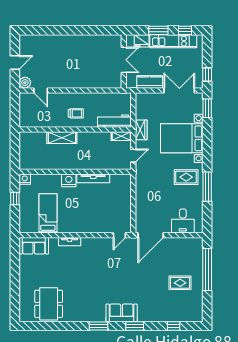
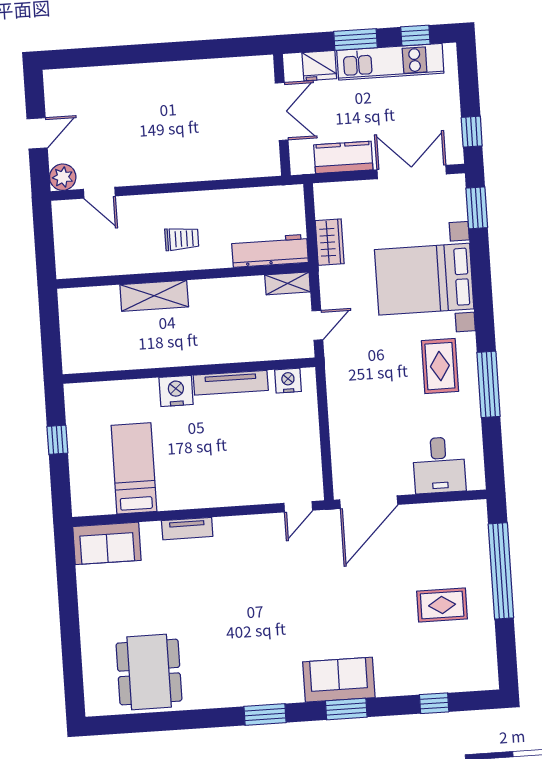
wardrobe: (141, 130) -> (330, 242), moved
rug: (186, 177) -> (440, 366), turned 90
nightstand: (25, 179) -> (288, 381), moved
sofa: (122, 313) -> (339, 680), moved

